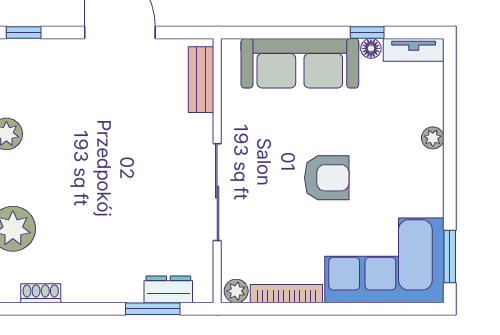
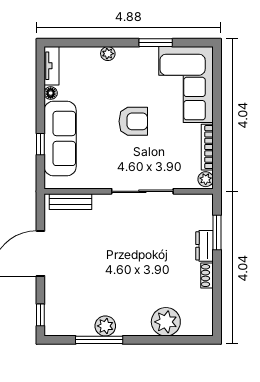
window: (367, 32) -> (40, 144), moved
armchair: (327, 178) -> (133, 121), turned 90
window: (450, 256) -> (156, 43), moved
dresser: (168, 289) -> (205, 246), moved
shoe rack: (41, 293) -> (207, 276), moved

